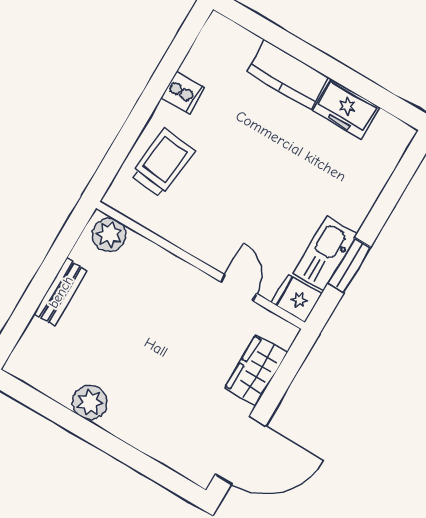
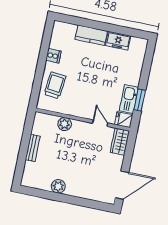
plant: (109, 235) -> (65, 124), moved
wardrobe: (256, 370) -> (120, 142), moved

